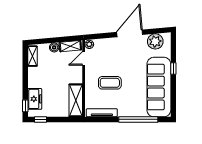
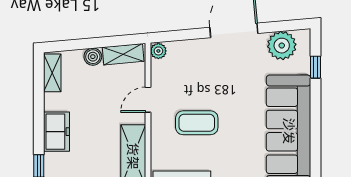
door: (84, 58) -> (148, 100), moved
window: (173, 68) -> (316, 67), moved
freezer: (35, 99) -> (56, 132), moved

